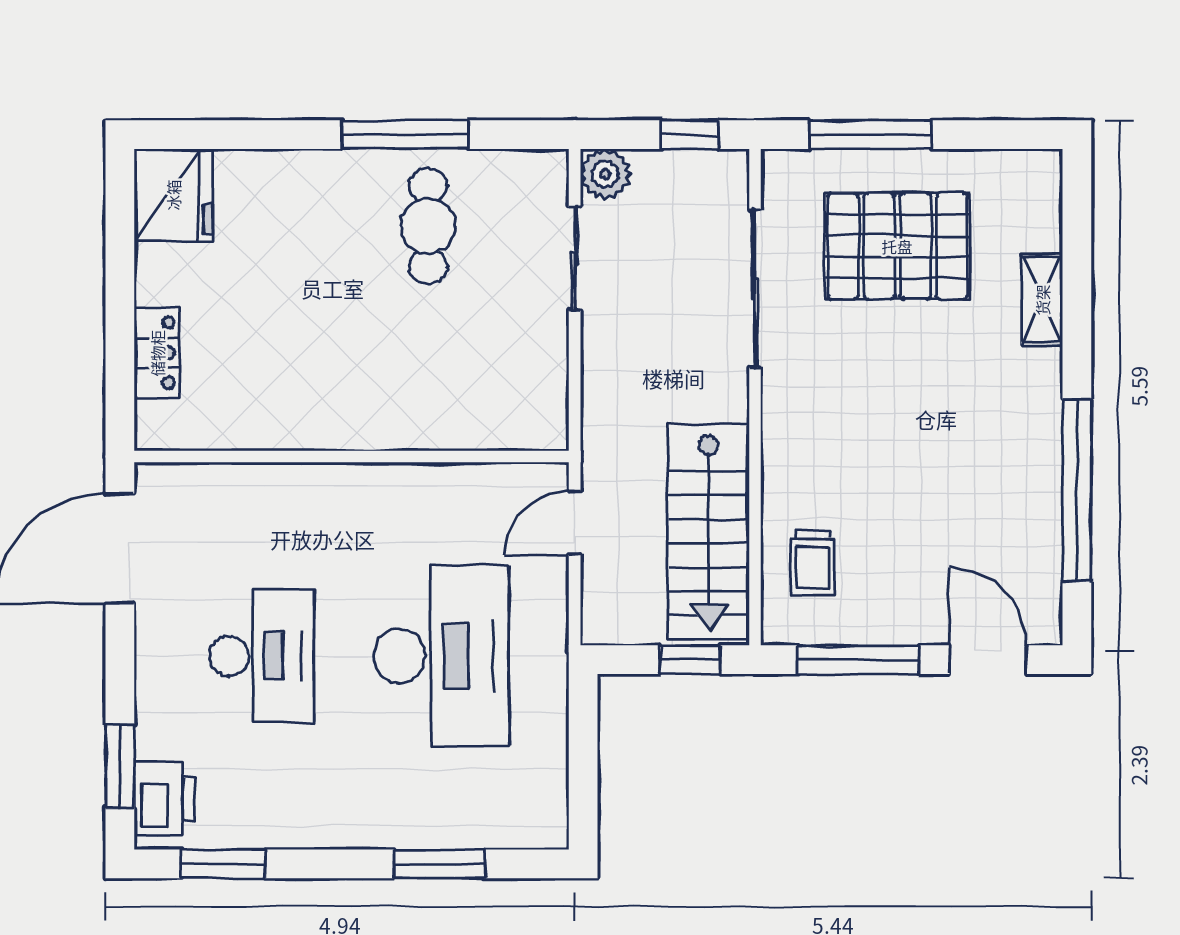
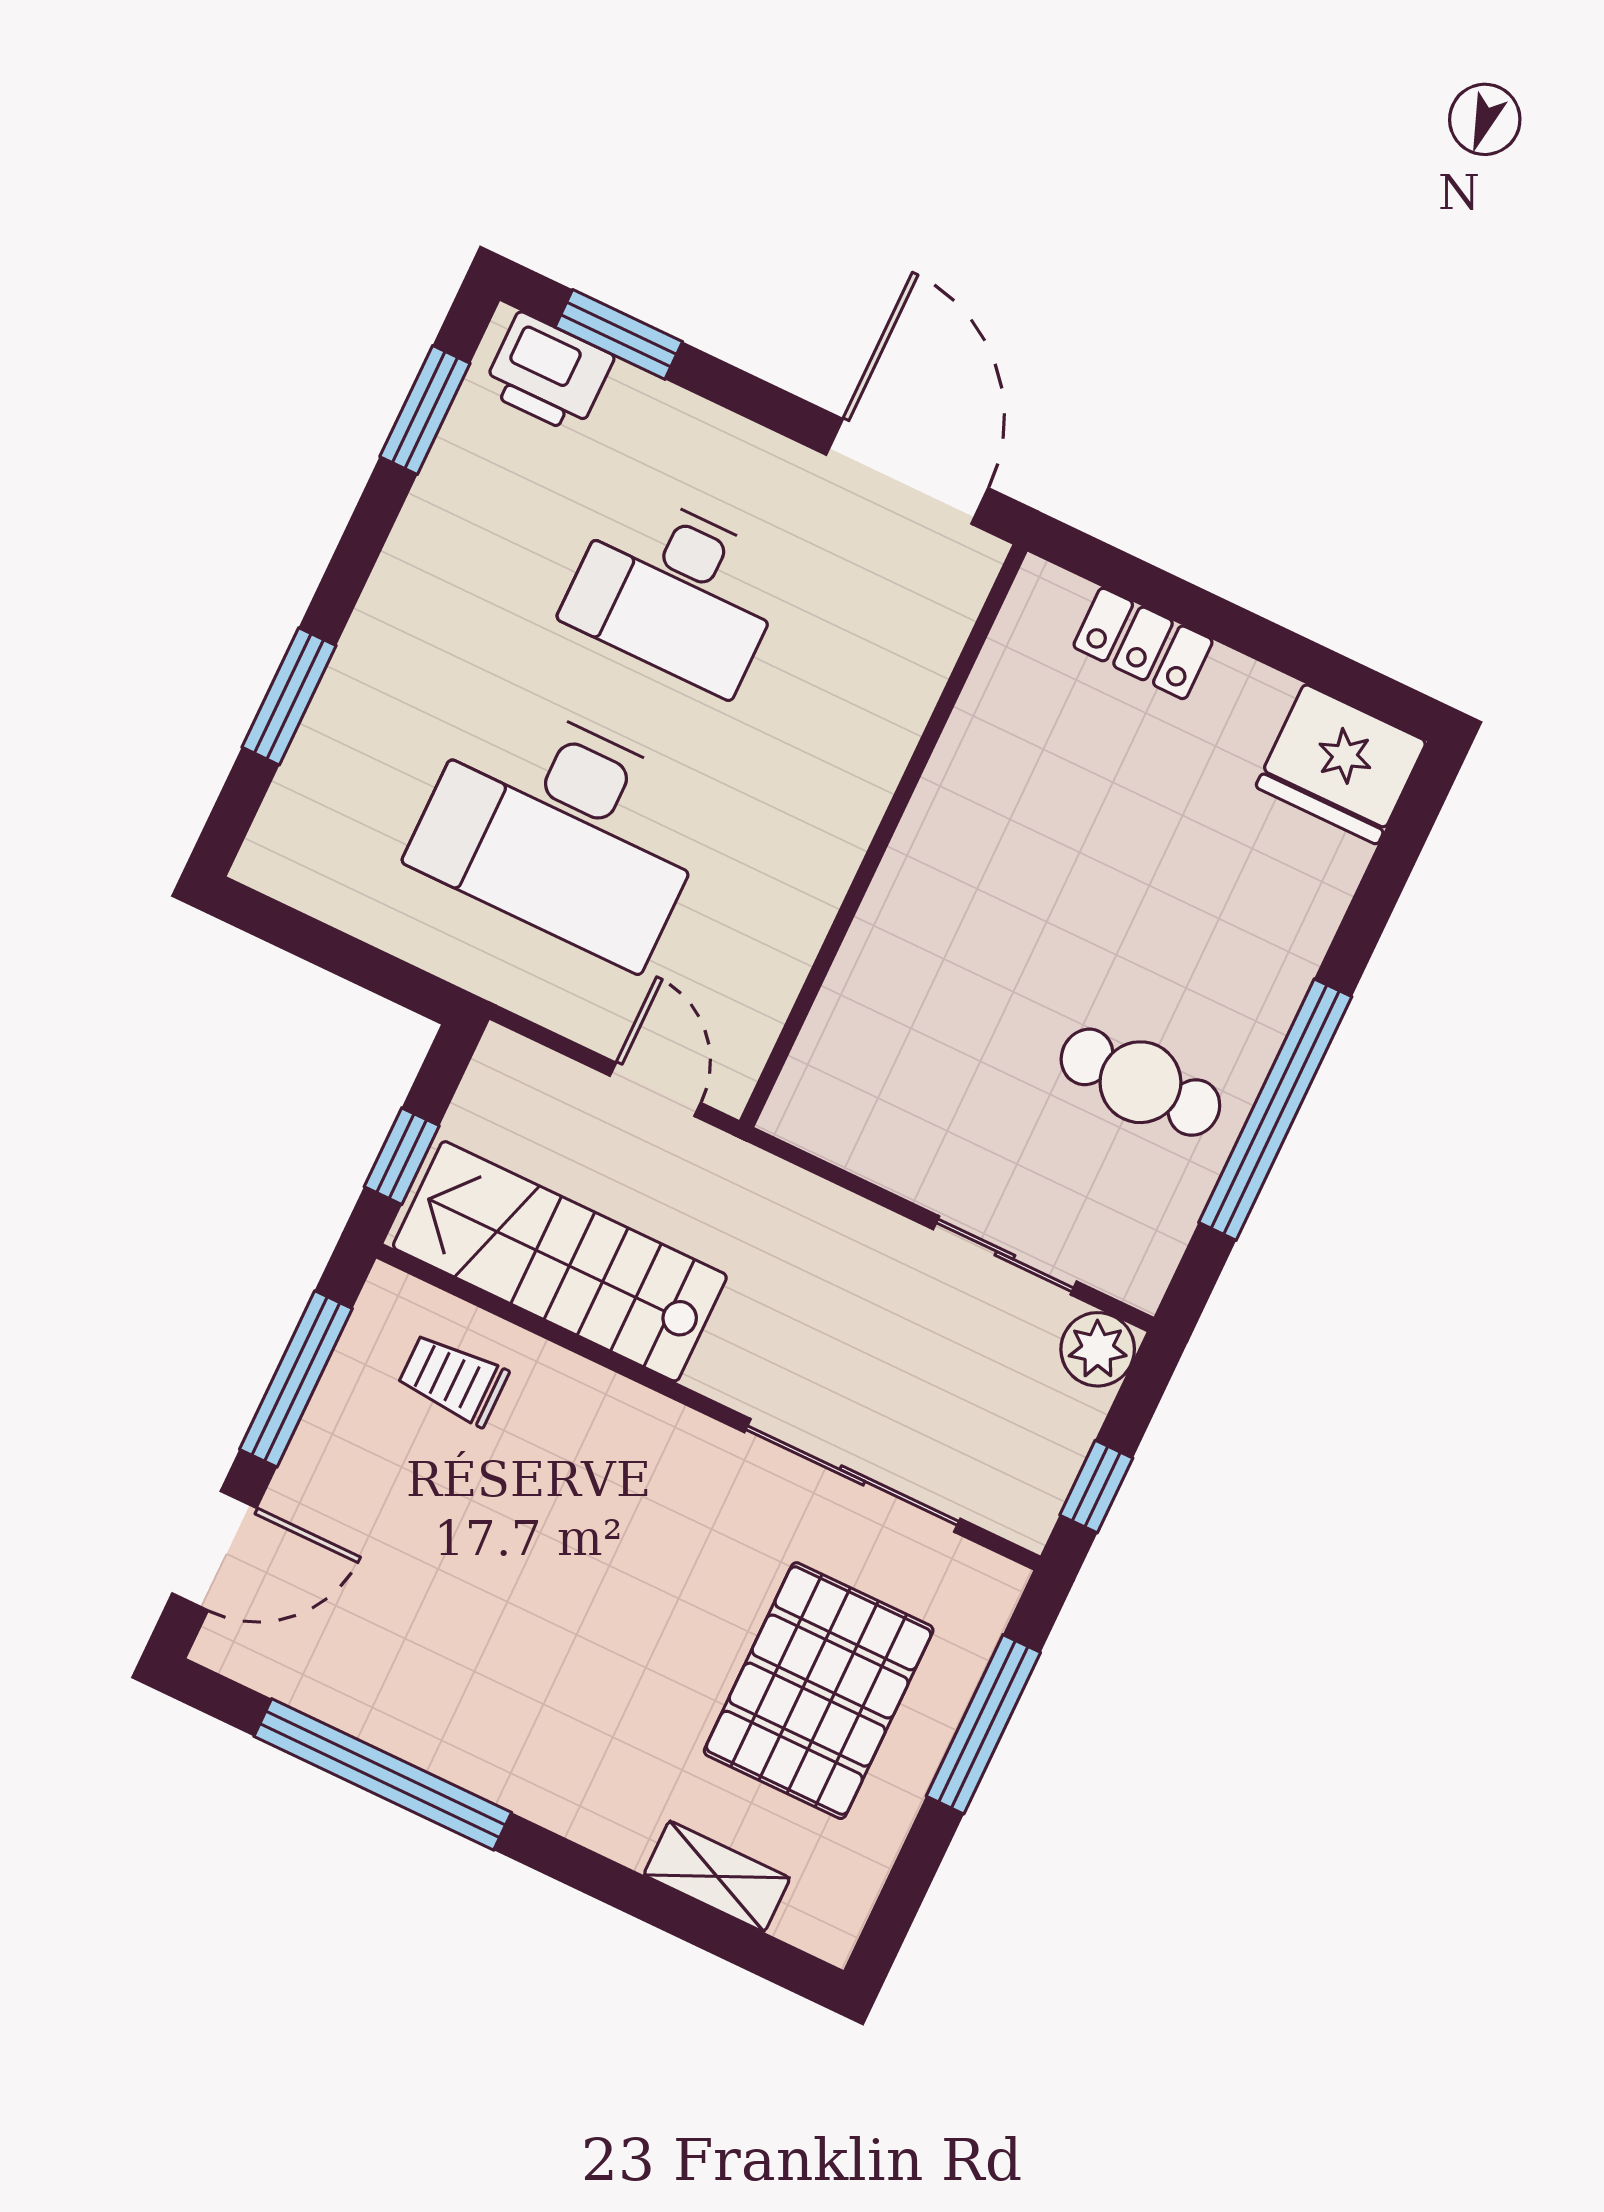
window: (406, 135) -> (1275, 1110), width x1.46
shelving: (1042, 300) -> (717, 1876), moved

